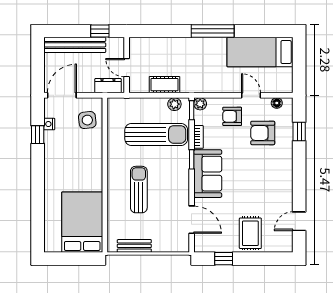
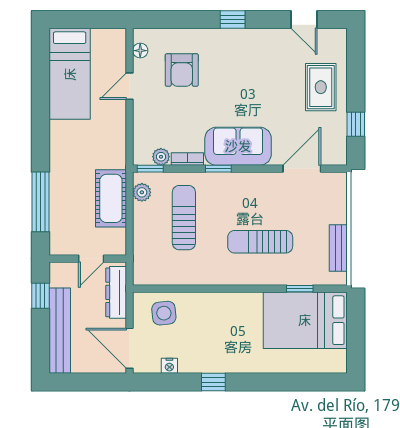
window: (213, 31) -> (40, 202), moved
cot: (164, 85) -> (111, 198), width x1.37, depth x1.34
dresser: (108, 86) -> (116, 292), width x1.44
plant: (200, 104) -> (161, 157), moved
armchair: (232, 116) -> (159, 112), removed
window: (299, 132) -> (233, 20), moved
sun lounger: (156, 134) -> (184, 218), width x0.73, depth x0.75
window: (38, 135) -> (213, 382), moved
window: (105, 218) -> (300, 289), added
rug: (250, 233) -> (321, 87), turned 90

